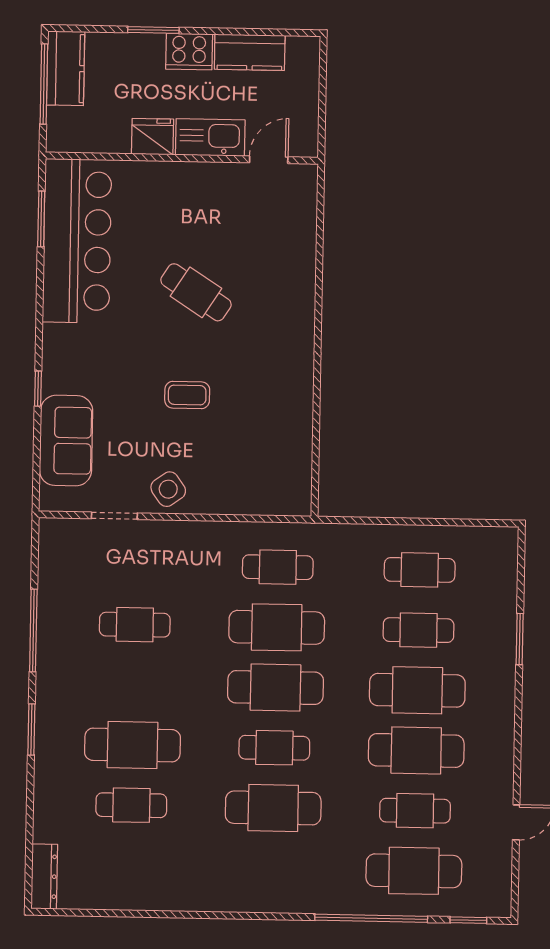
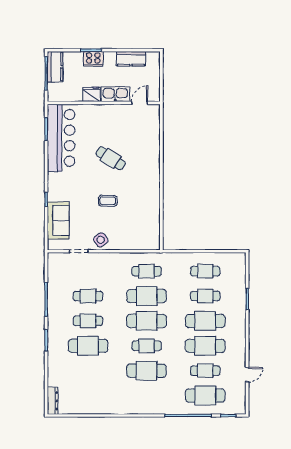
cooker: (189, 52) -> (93, 59), moved
cafe table: (131, 805) -> (88, 321), moved

